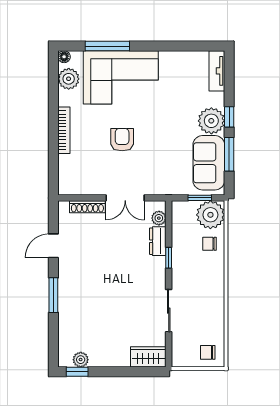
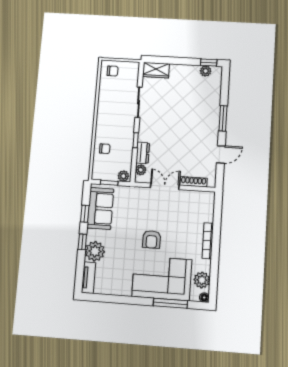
plant: (211, 121) -> (95, 251), moved
armchair: (122, 140) -> (152, 239), moved
window: (229, 154) -> (85, 214), width x0.67
plant: (210, 215) -> (123, 176), moved, width x0.53, depth x0.53

